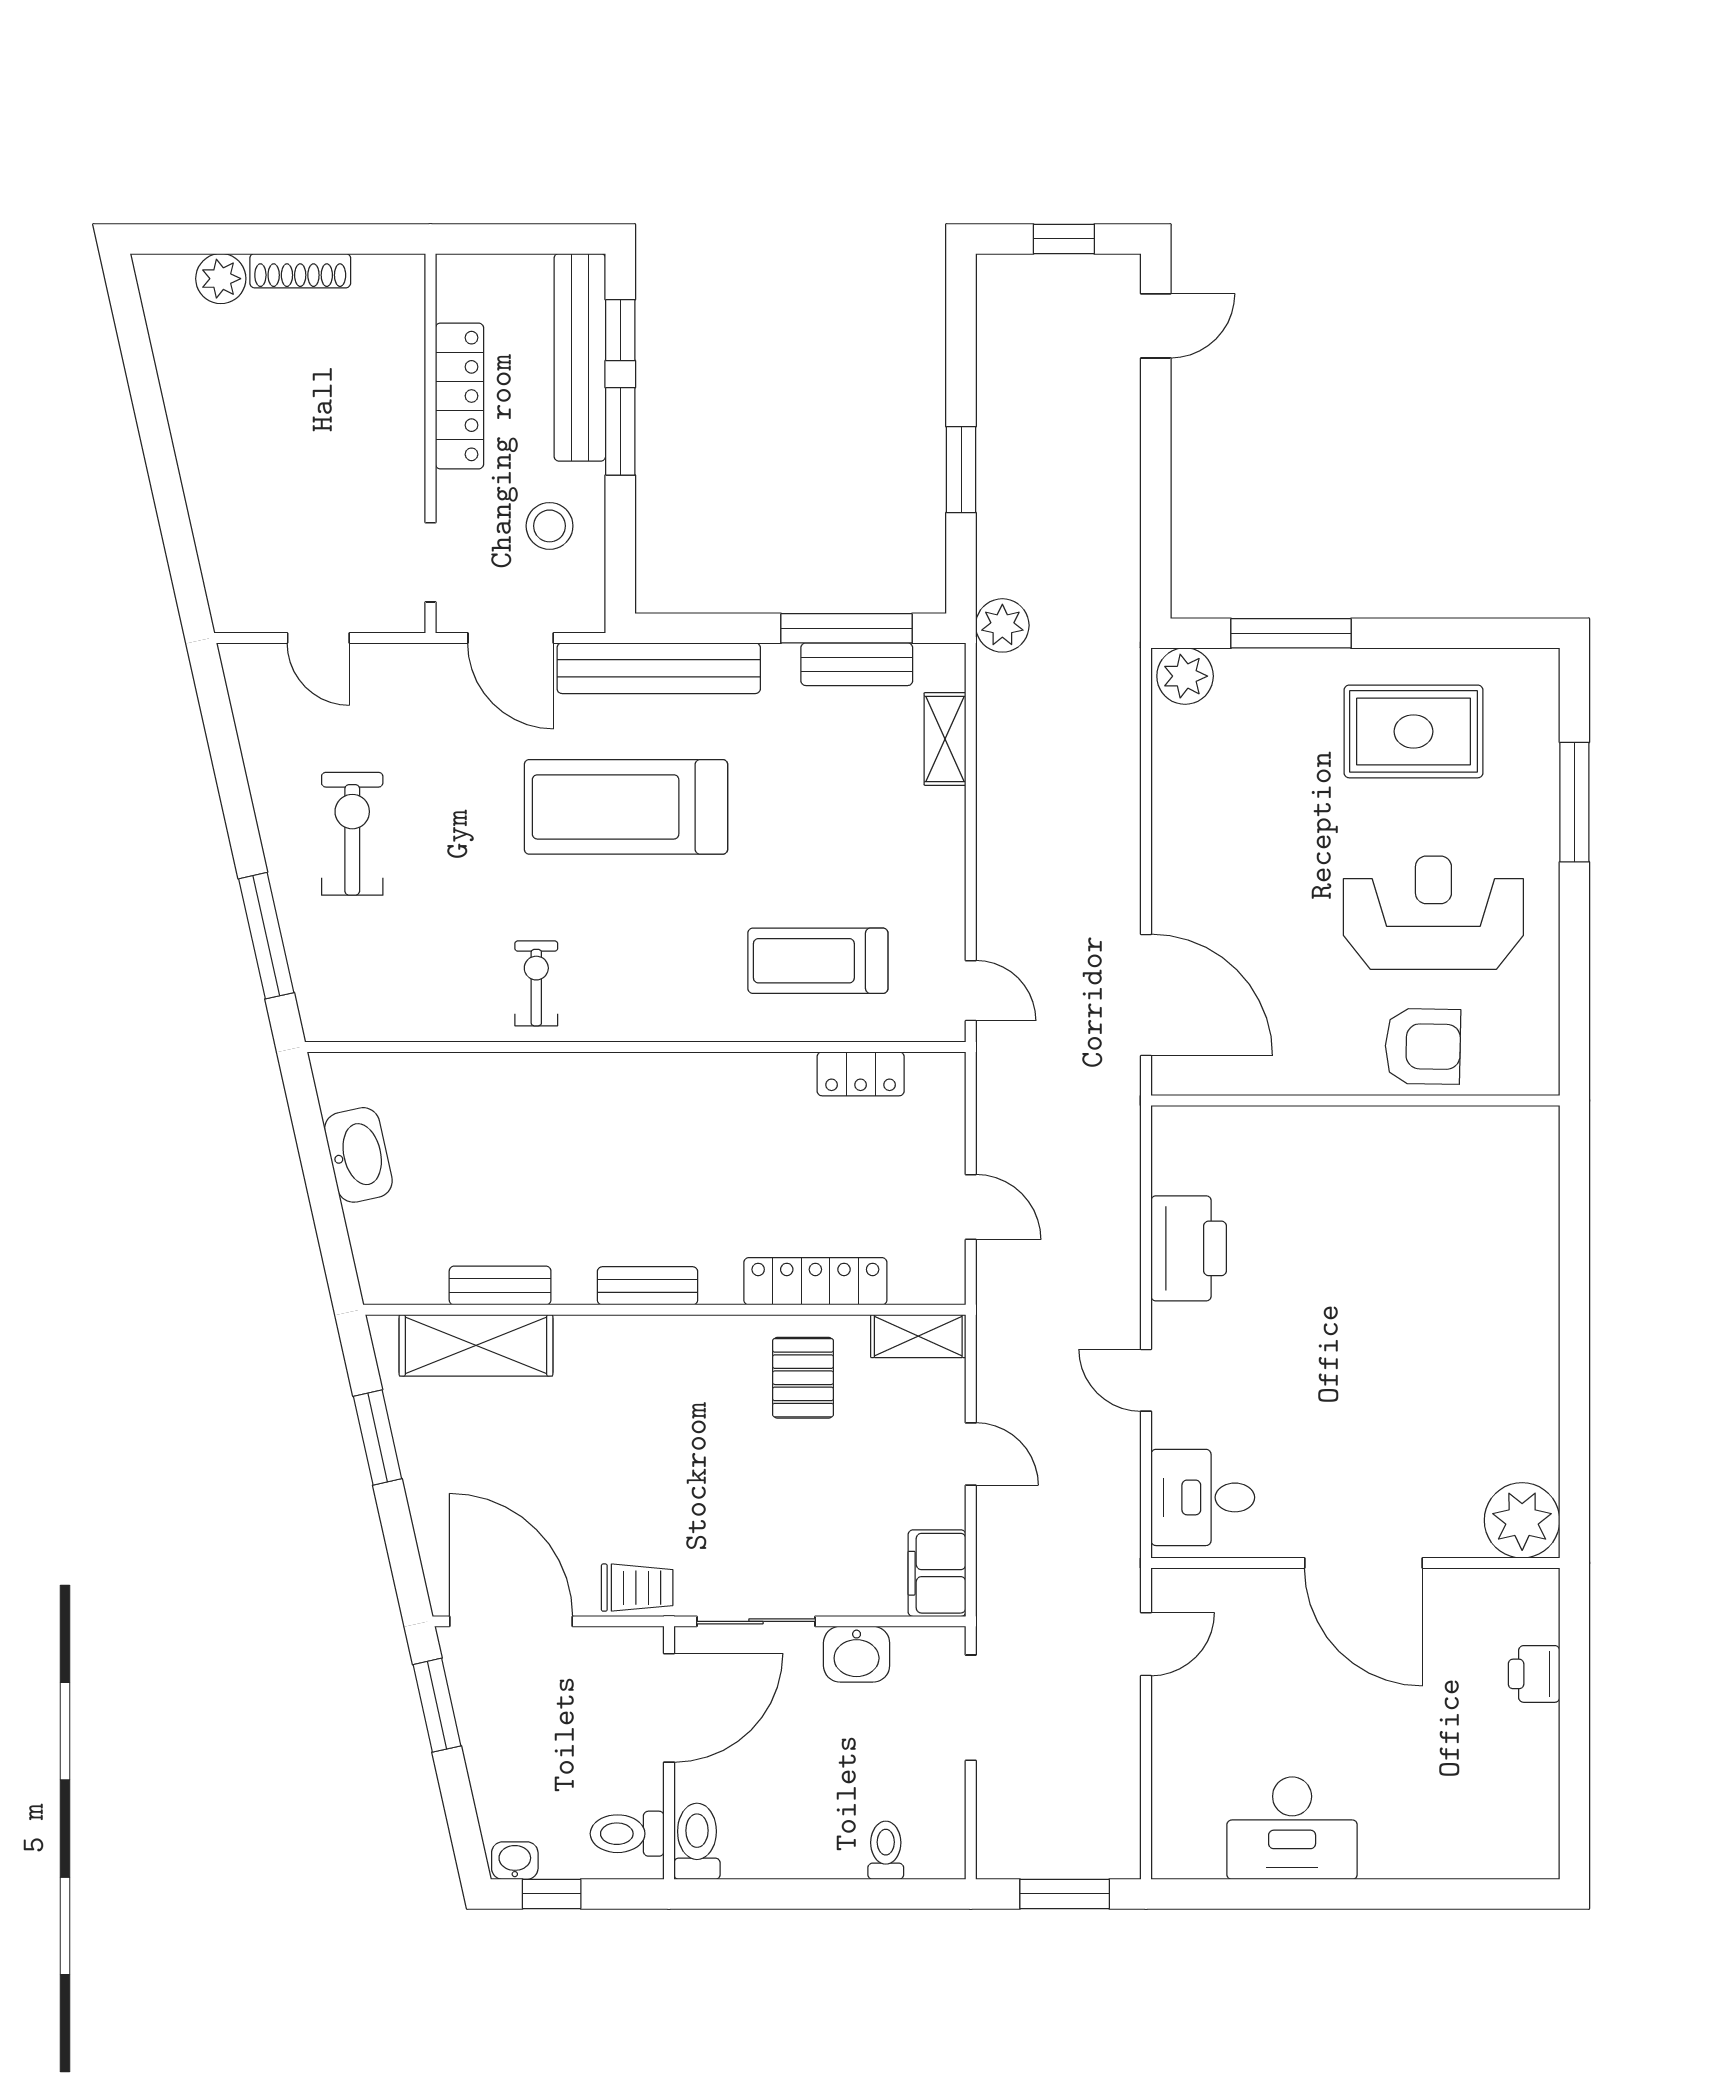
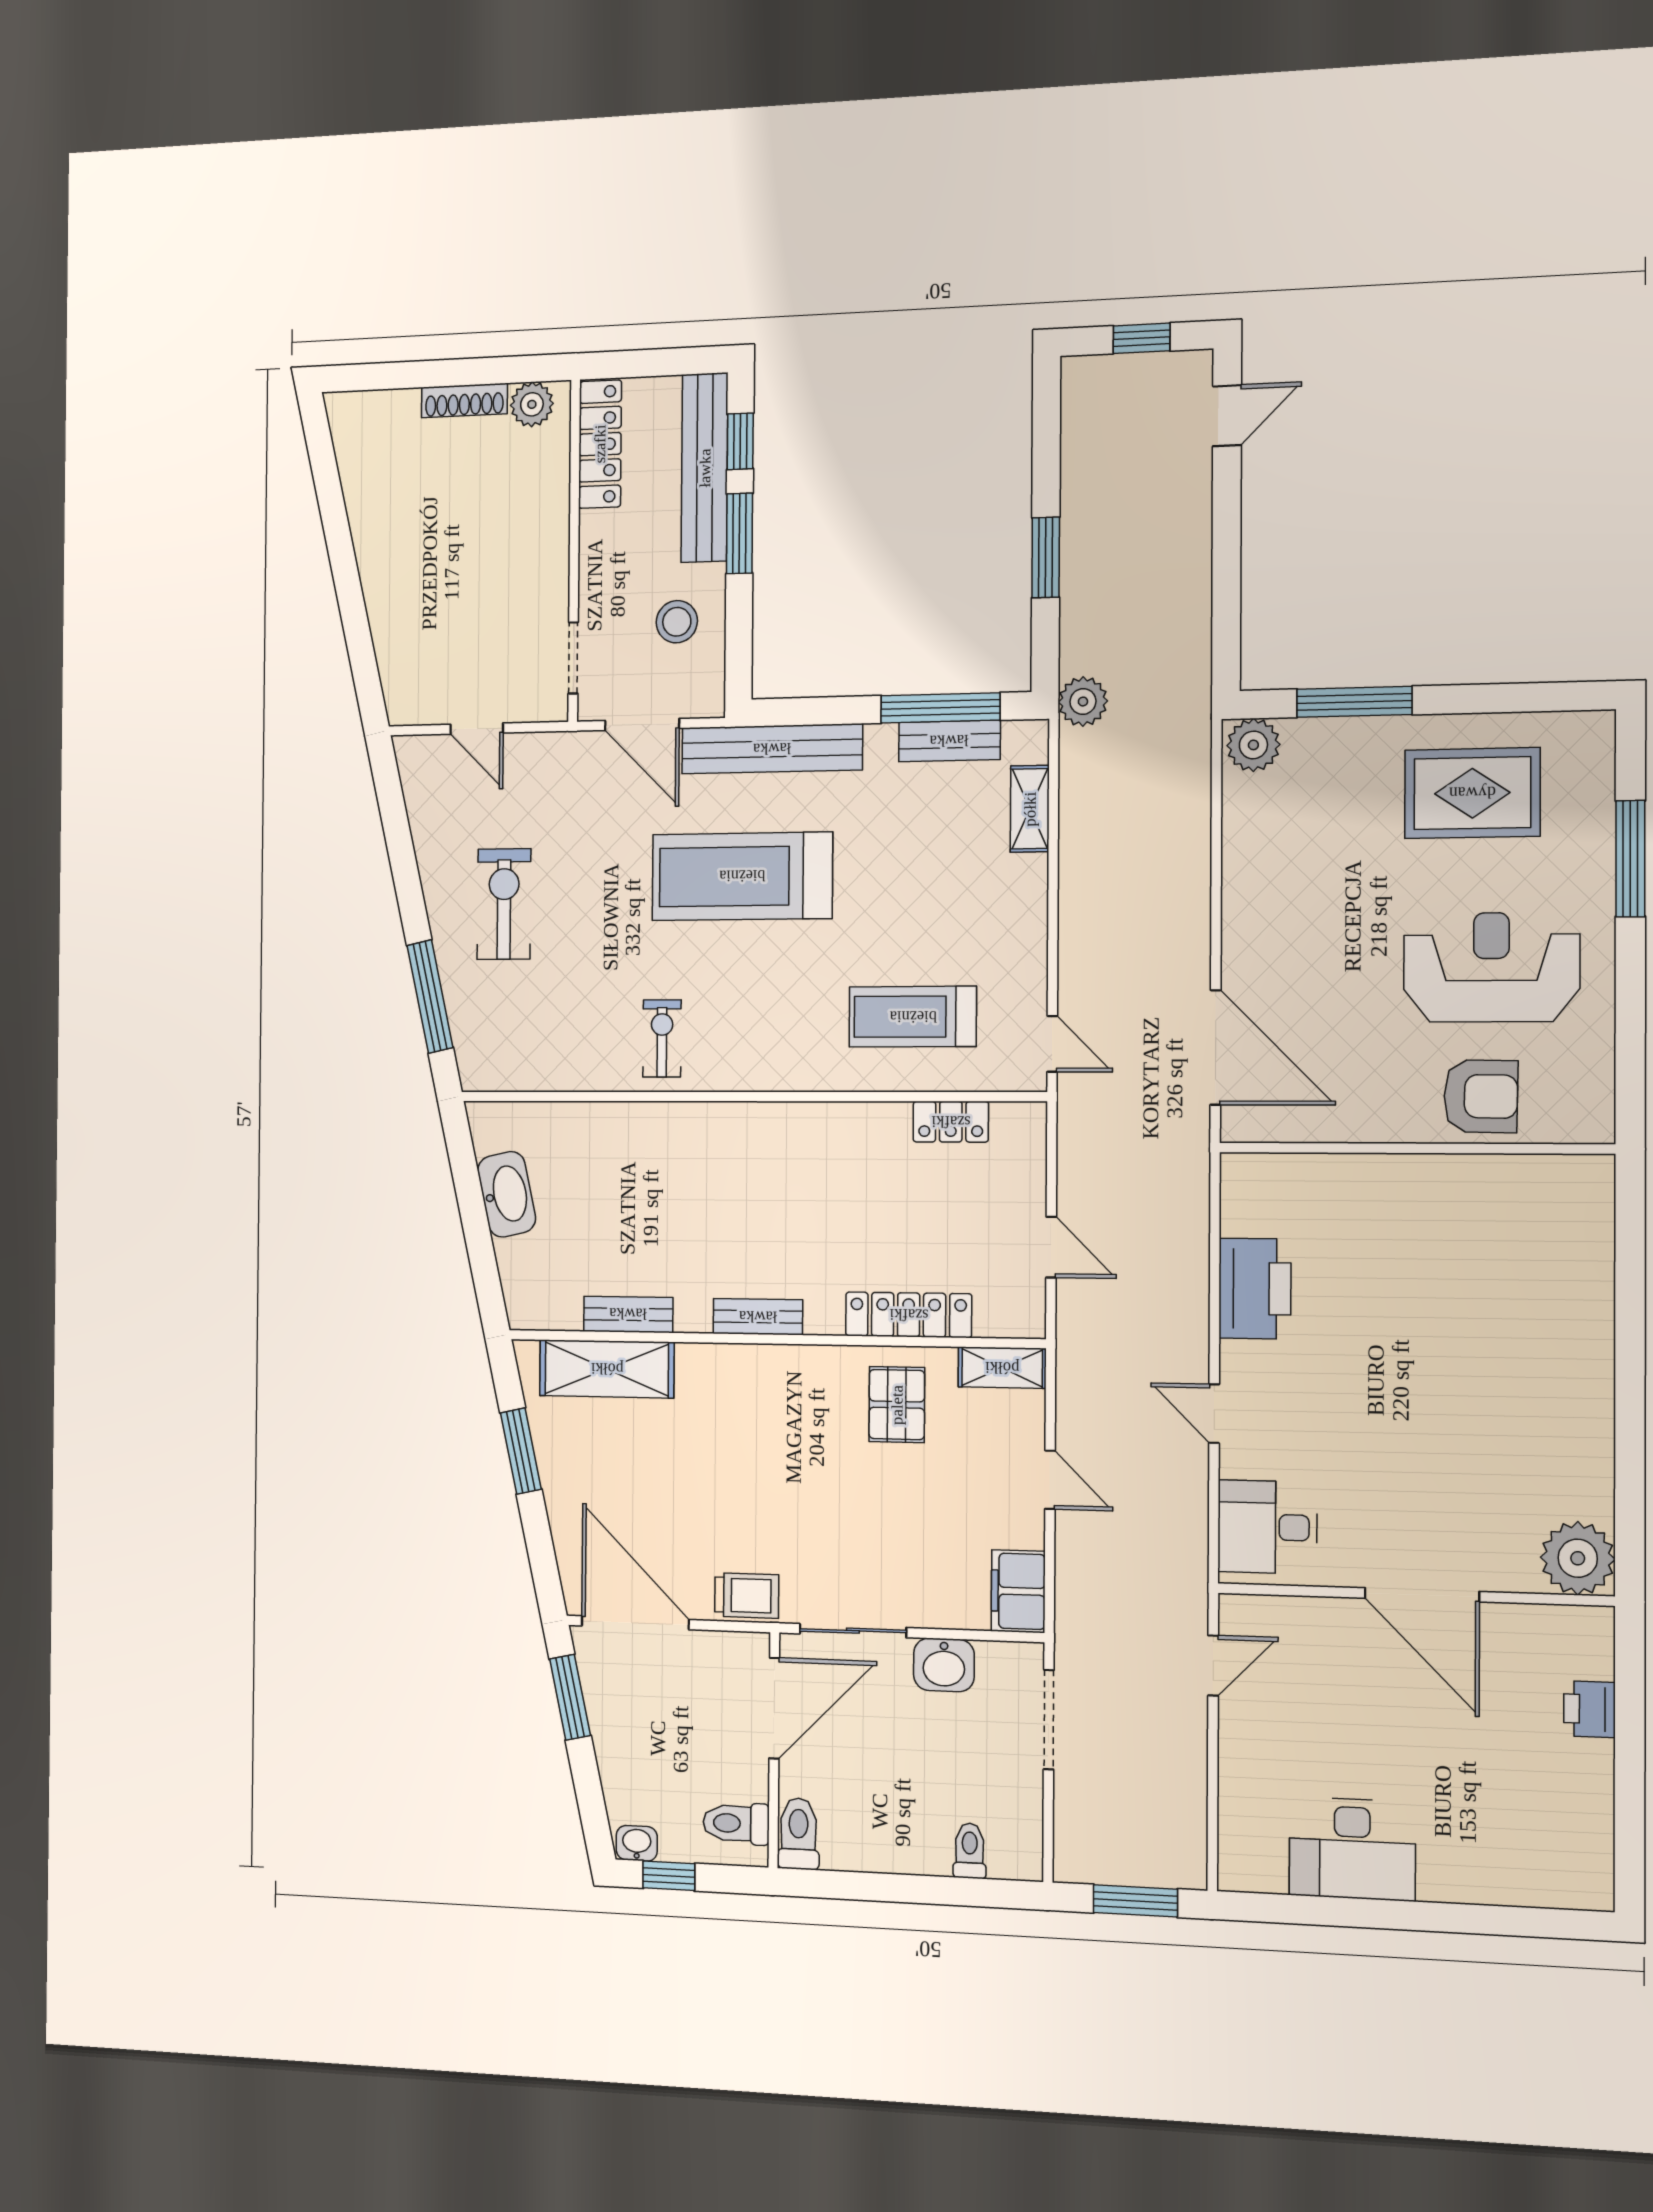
plant: (221, 279) -> (532, 404), moved
locker: (459, 396) -> (600, 444), moved

